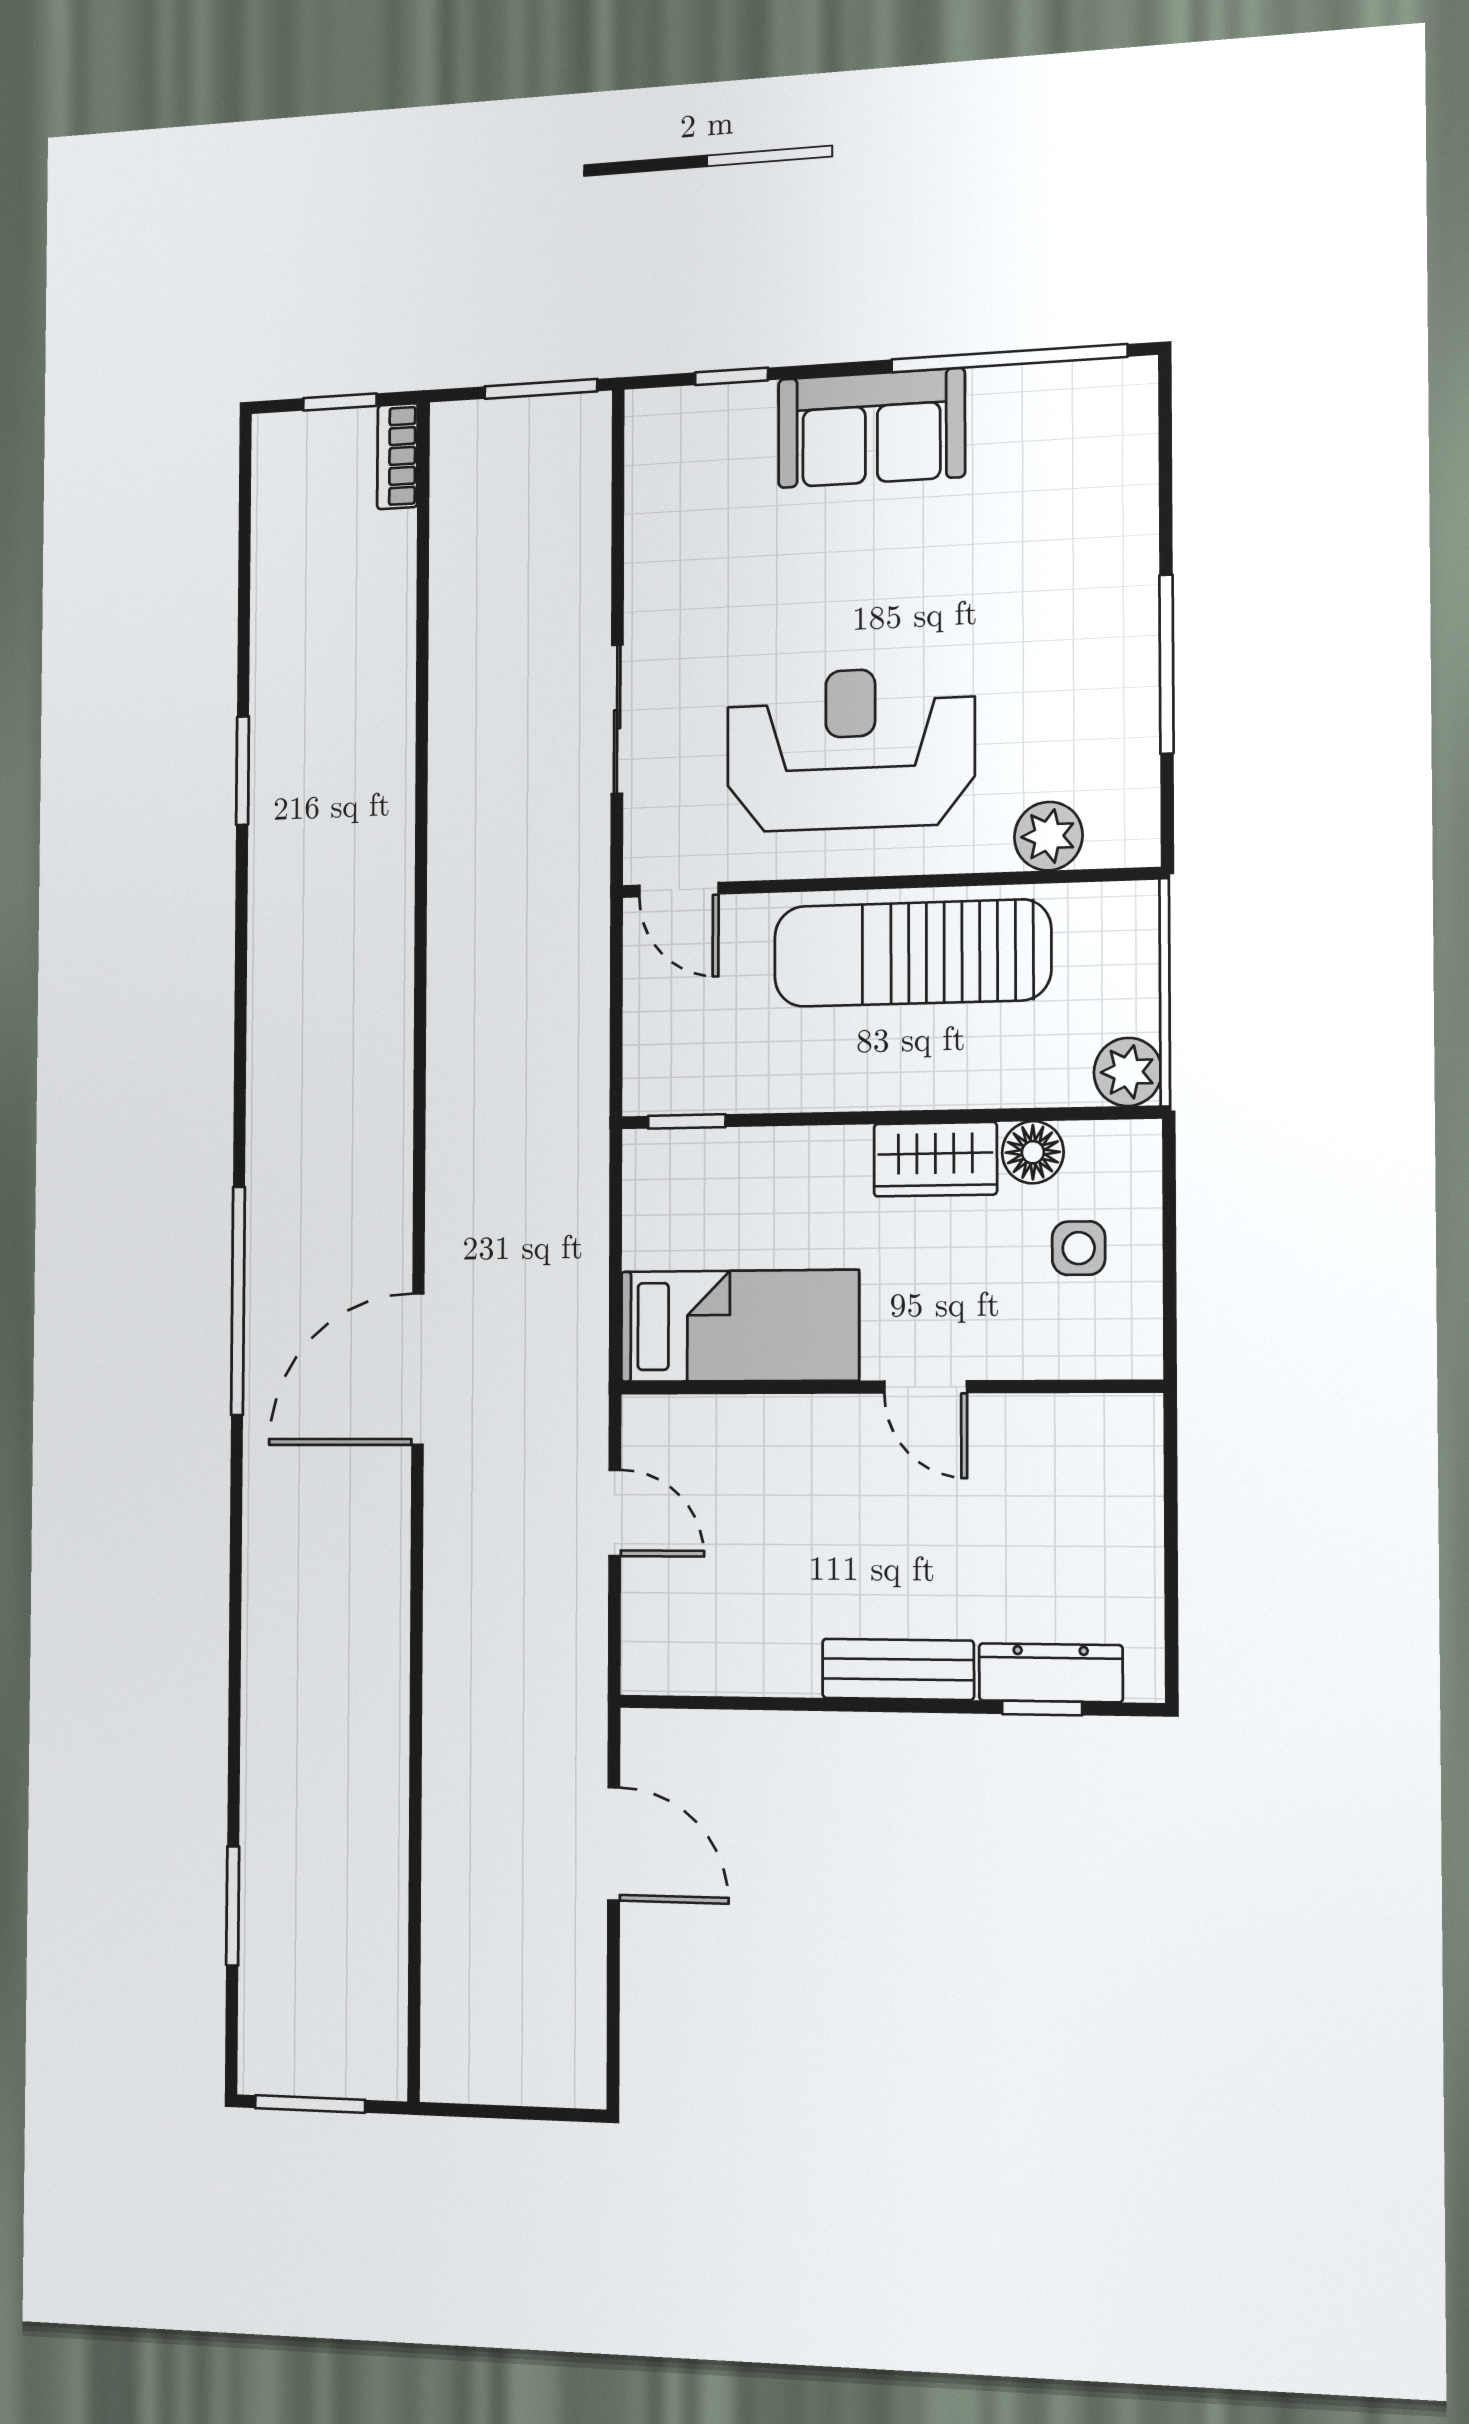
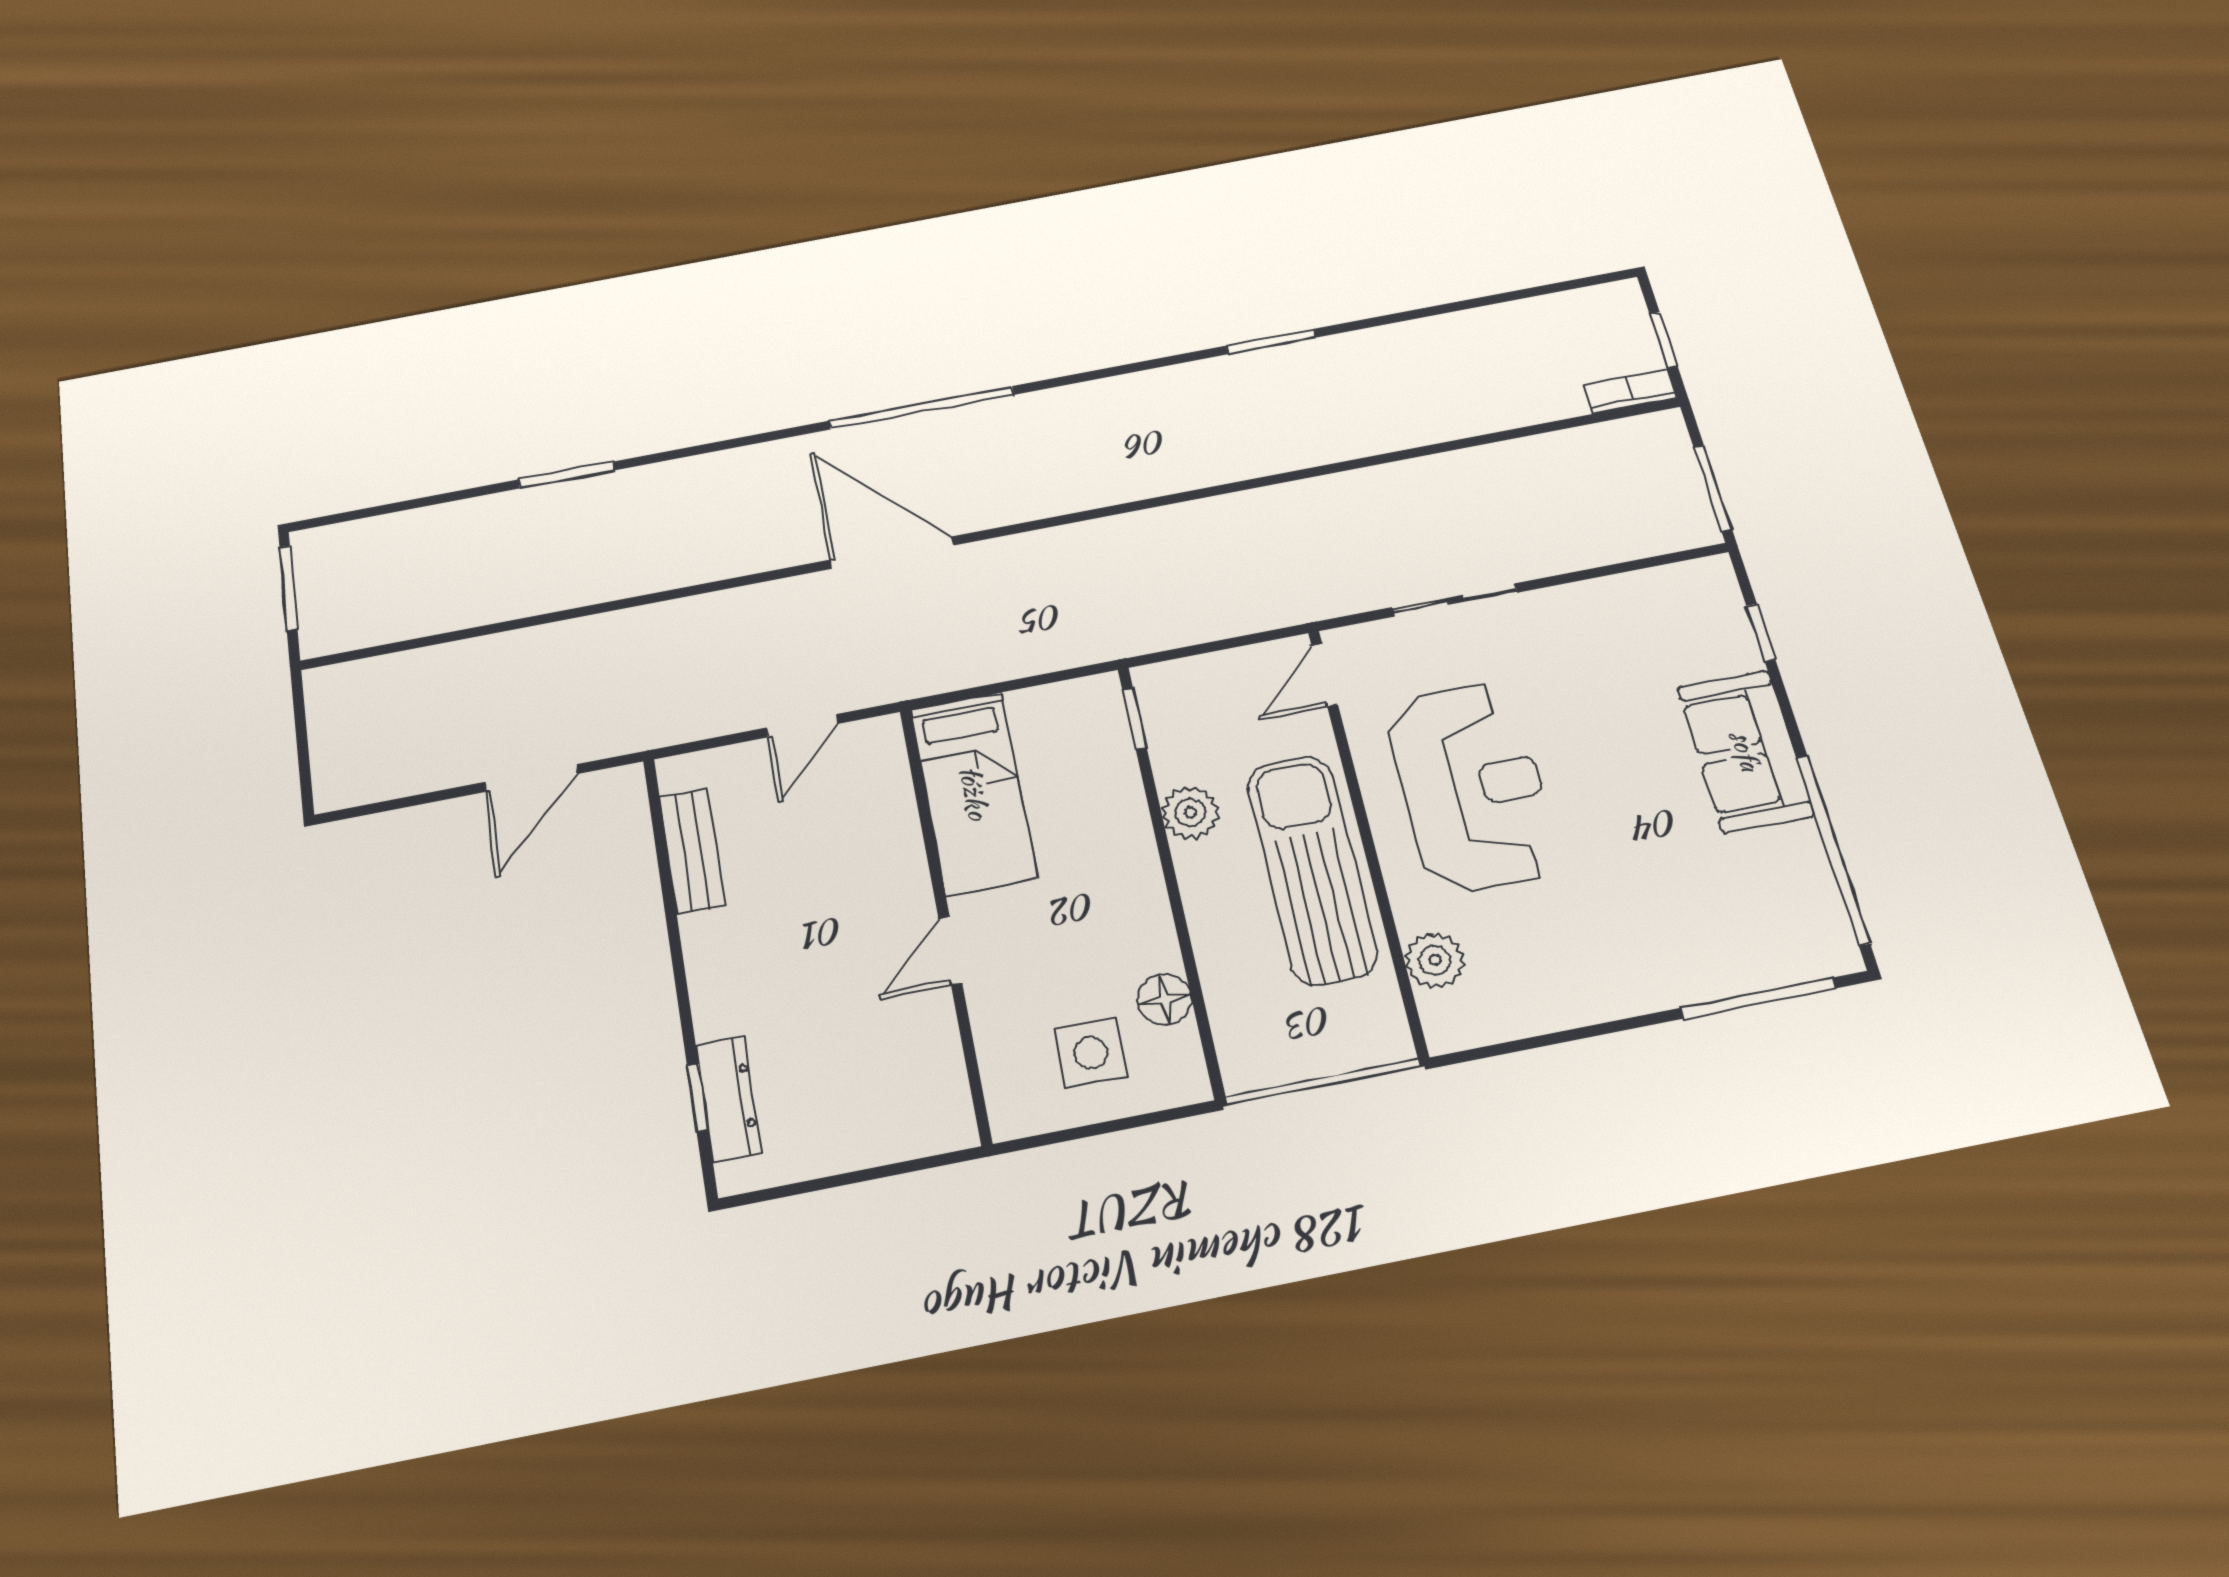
window: (1166, 664) -> (1758, 998), moved
window: (243, 771) -> (1271, 342), moved
plant: (1128, 1072) -> (1190, 813), moved
wardrobe: (935, 1159) -> (1143, 922), removed
side table: (1079, 1248) -> (1091, 1053), width x1.37, depth x1.37
bench: (898, 1669) -> (692, 851), moved
window: (233, 1906) -> (567, 475), moved

